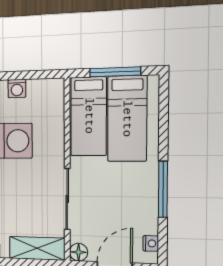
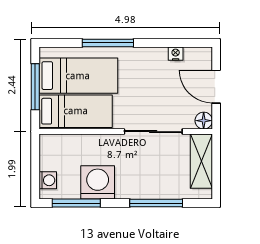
window: (163, 189) -> (108, 43), moved
nightstand: (151, 243) -> (176, 54), moved

